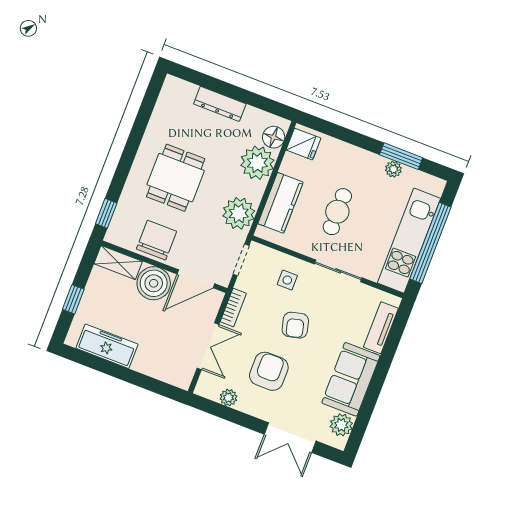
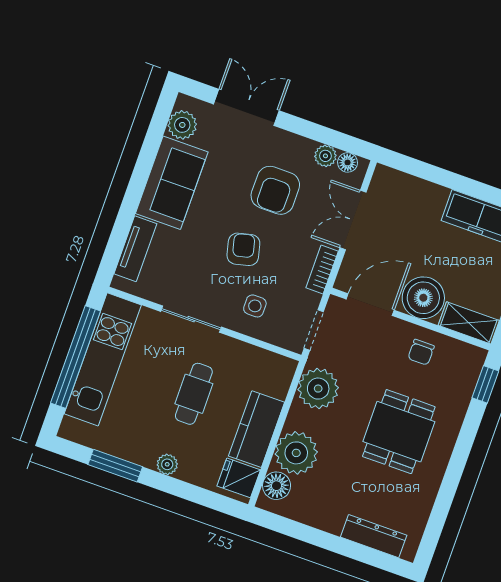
dresser: (220, 104) -> (374, 536), moved
plant: (393, 169) -> (167, 464), moved
kitchen counter: (281, 203) -> (257, 429), moved
chair: (156, 240) -> (421, 352), width x0.54, depth x0.54
floor lamp: (211, 392) -> (348, 162), added

